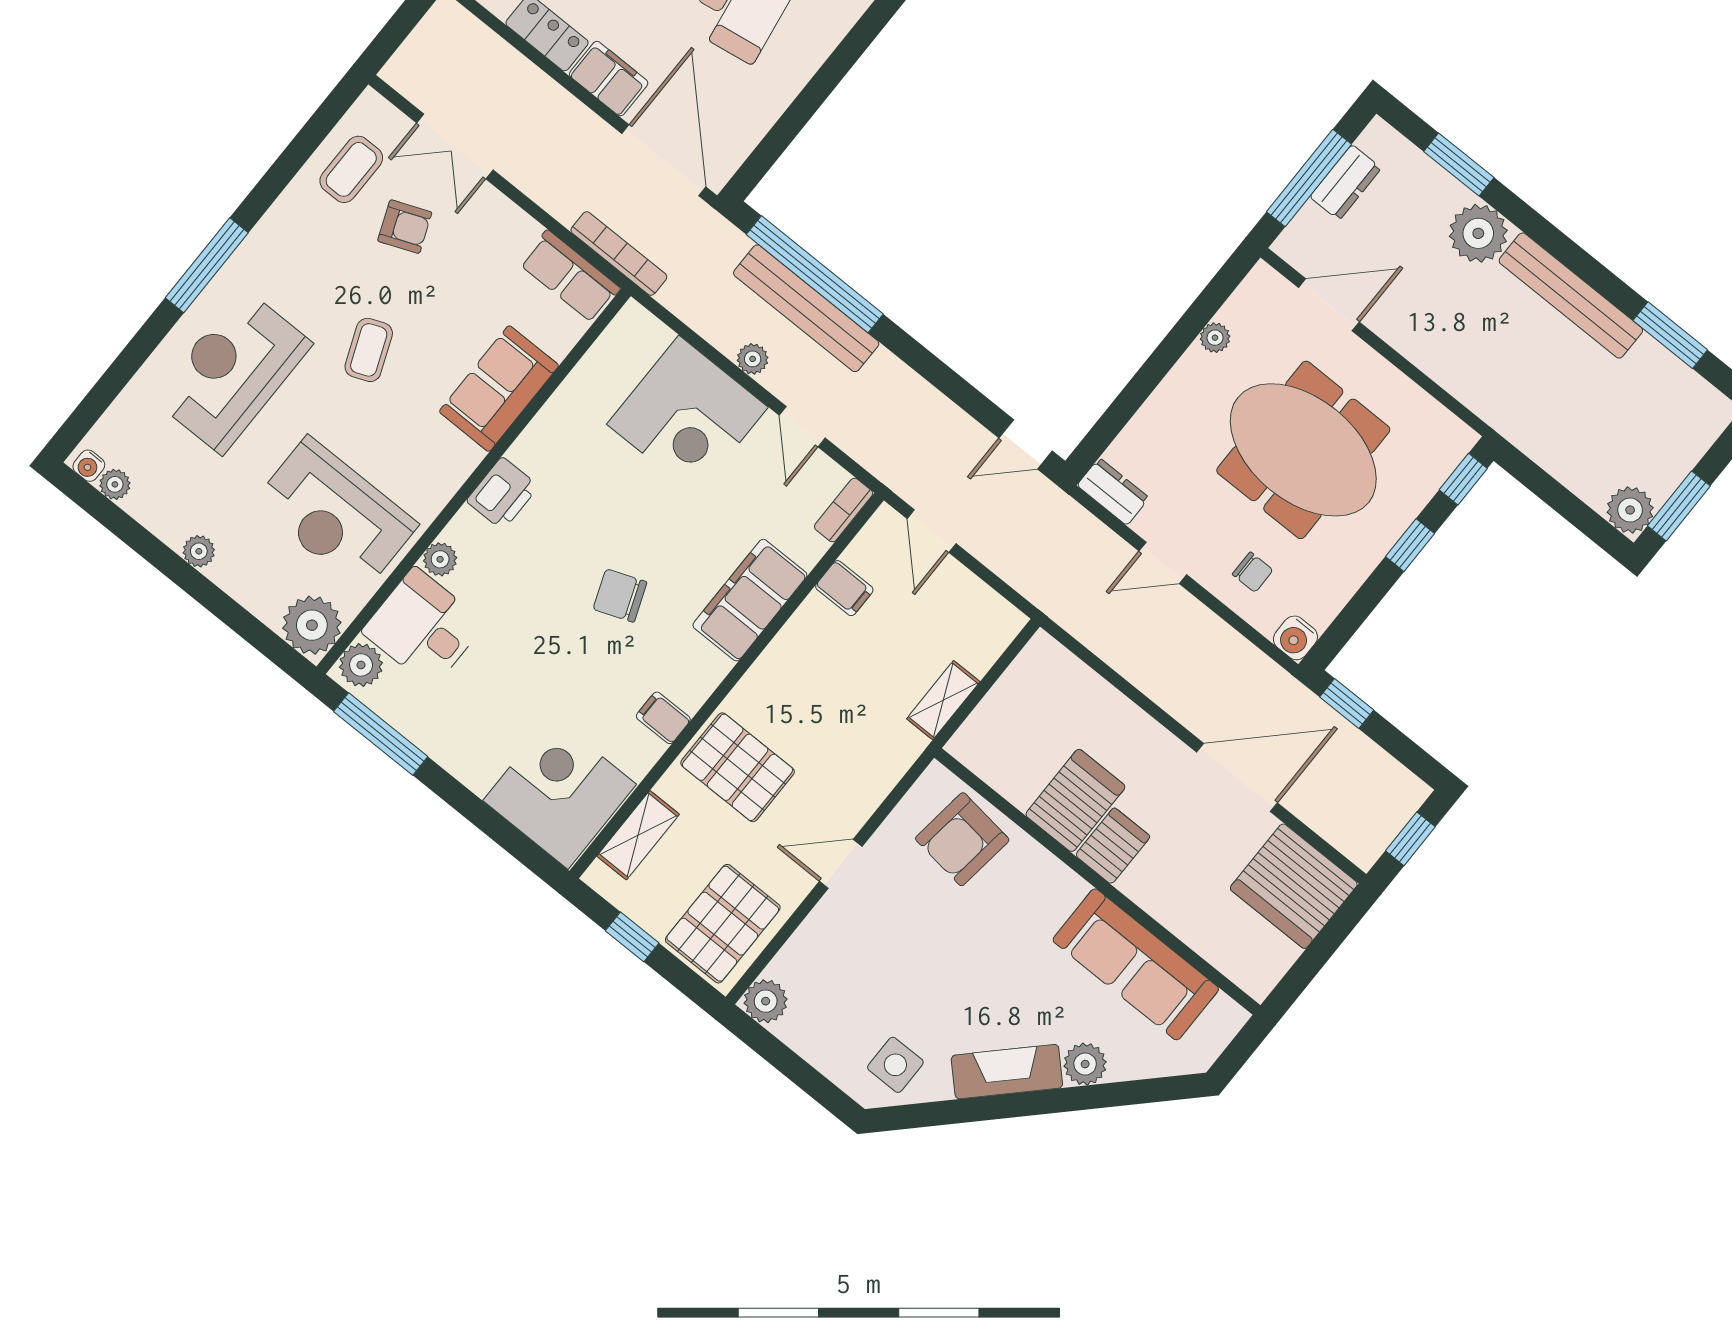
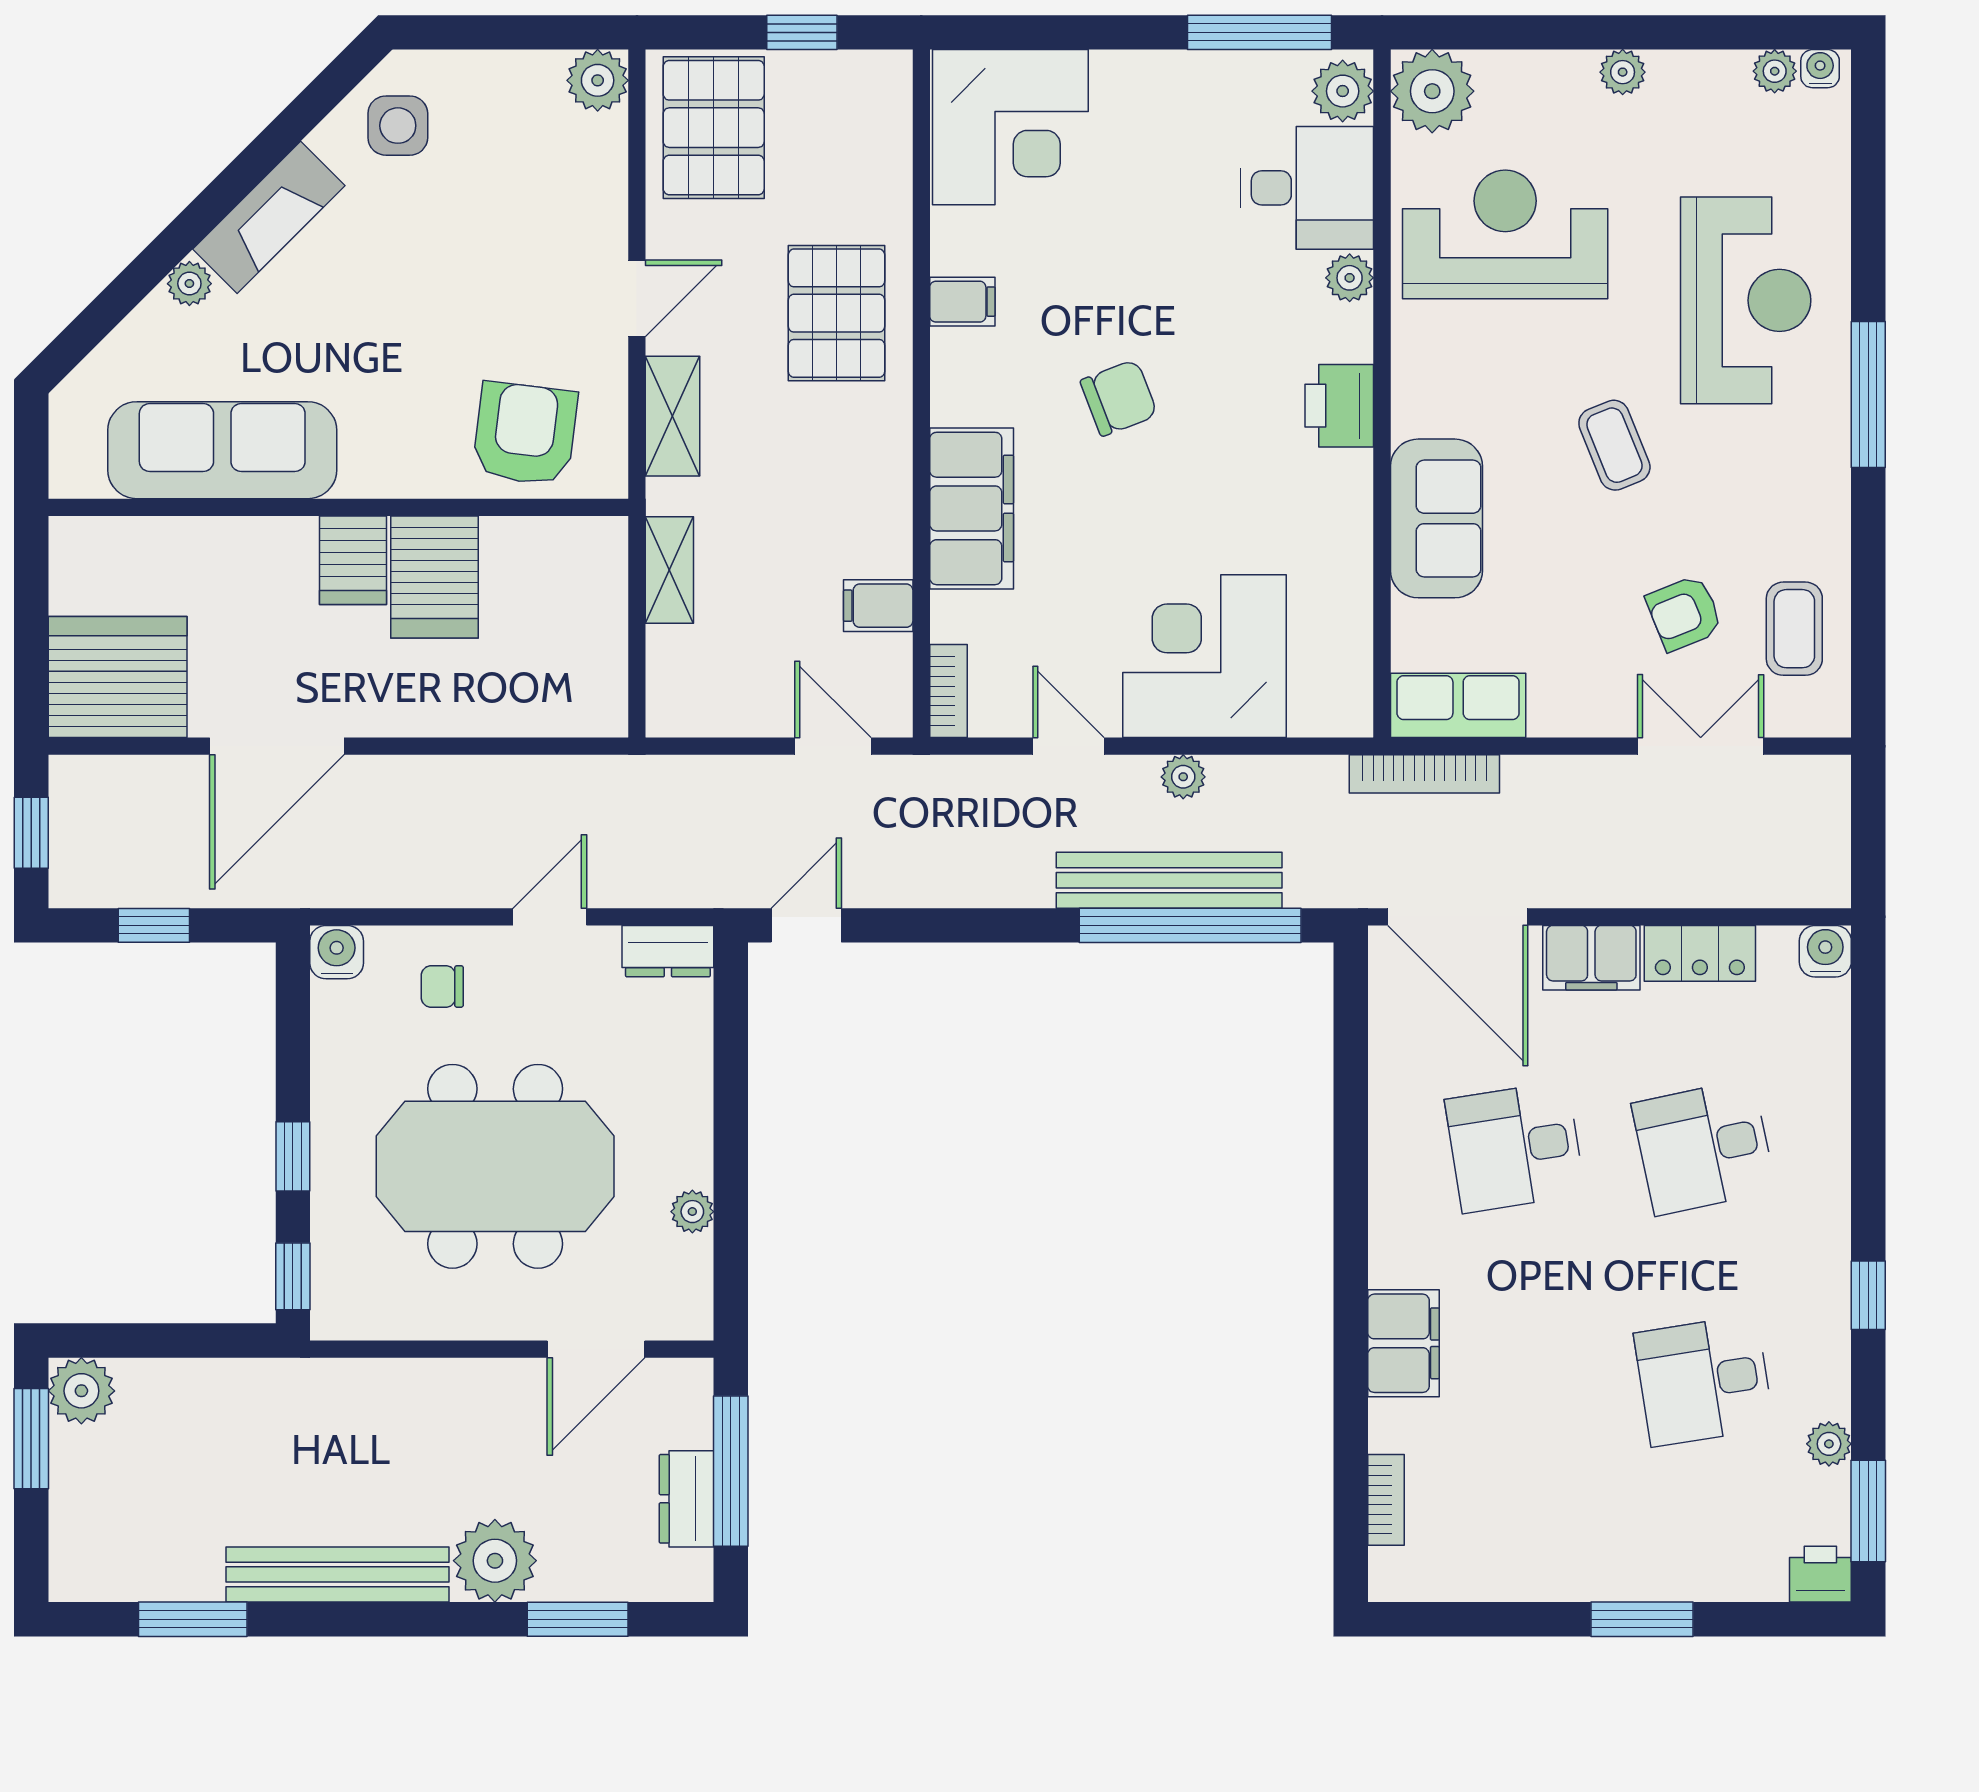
window: (1347, 703) -> (154, 925), moved
pallet: (738, 767) -> (836, 313), turned 90
shelving: (638, 835) -> (672, 416), moved
plant: (1085, 1064) -> (189, 284), width x0.73, depth x0.73

